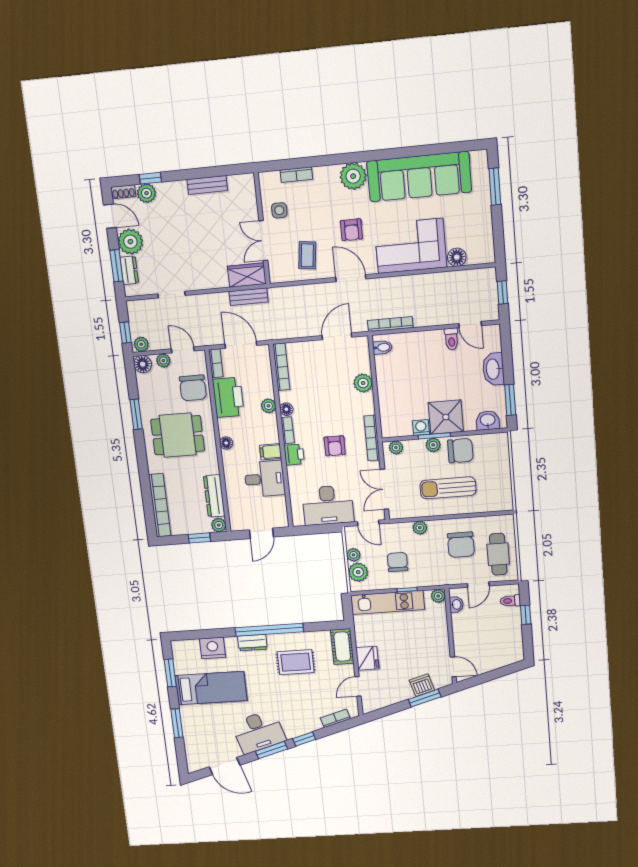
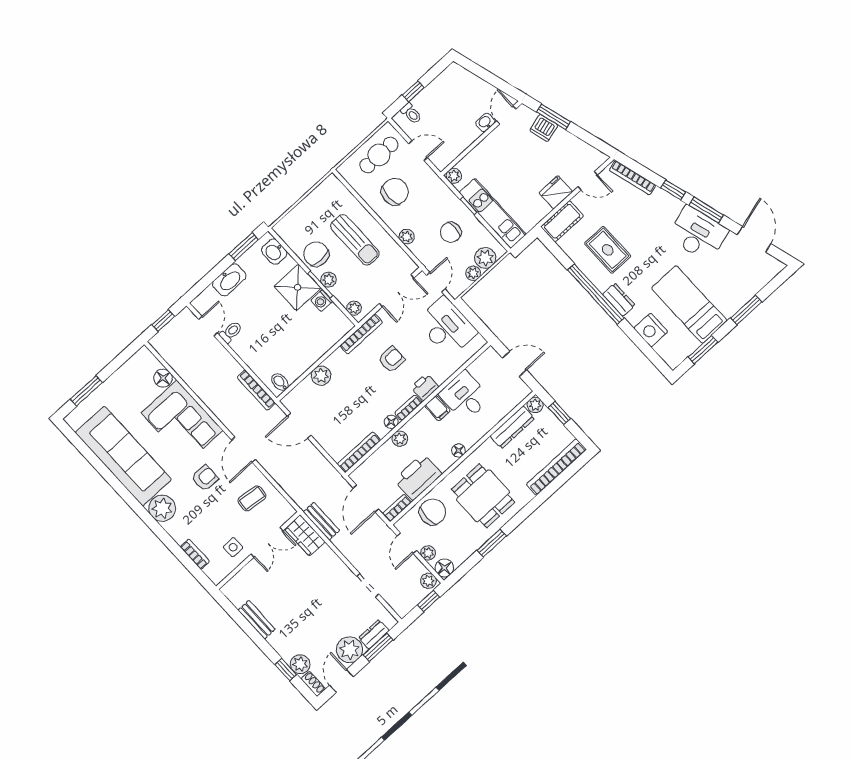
washbasin: (456, 604) -> (485, 122), moved
bookcase: (335, 718) -> (633, 178), width x1.56

